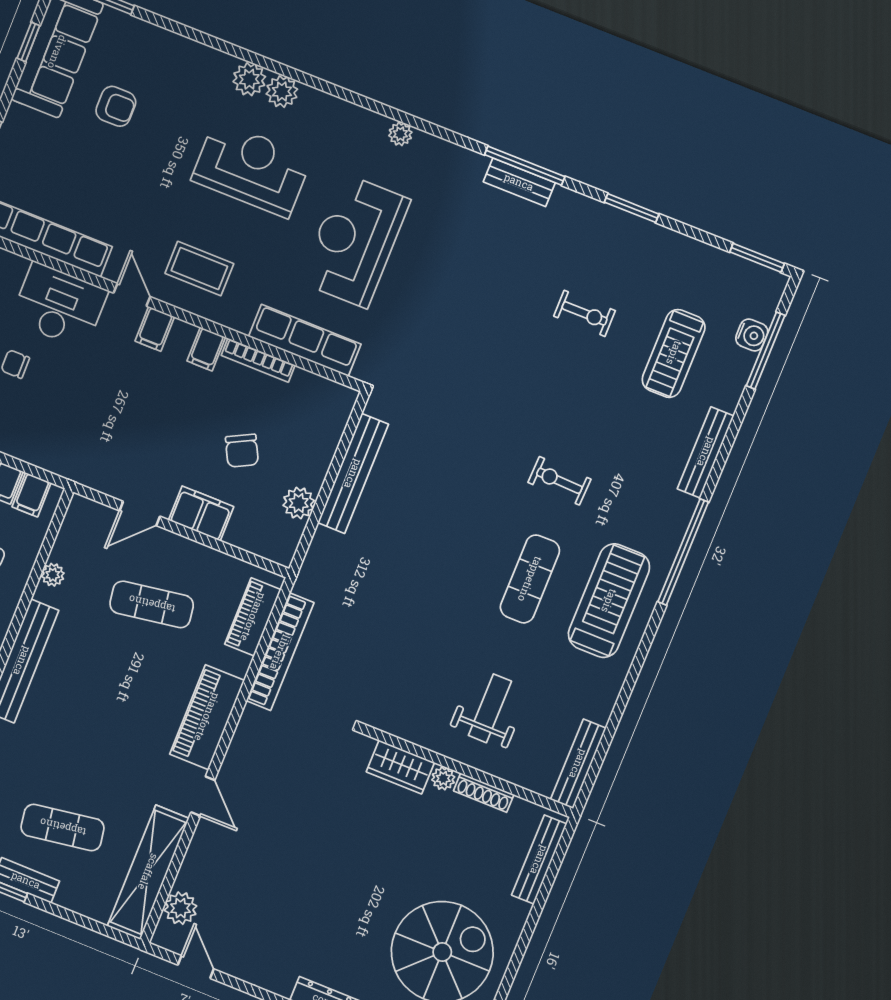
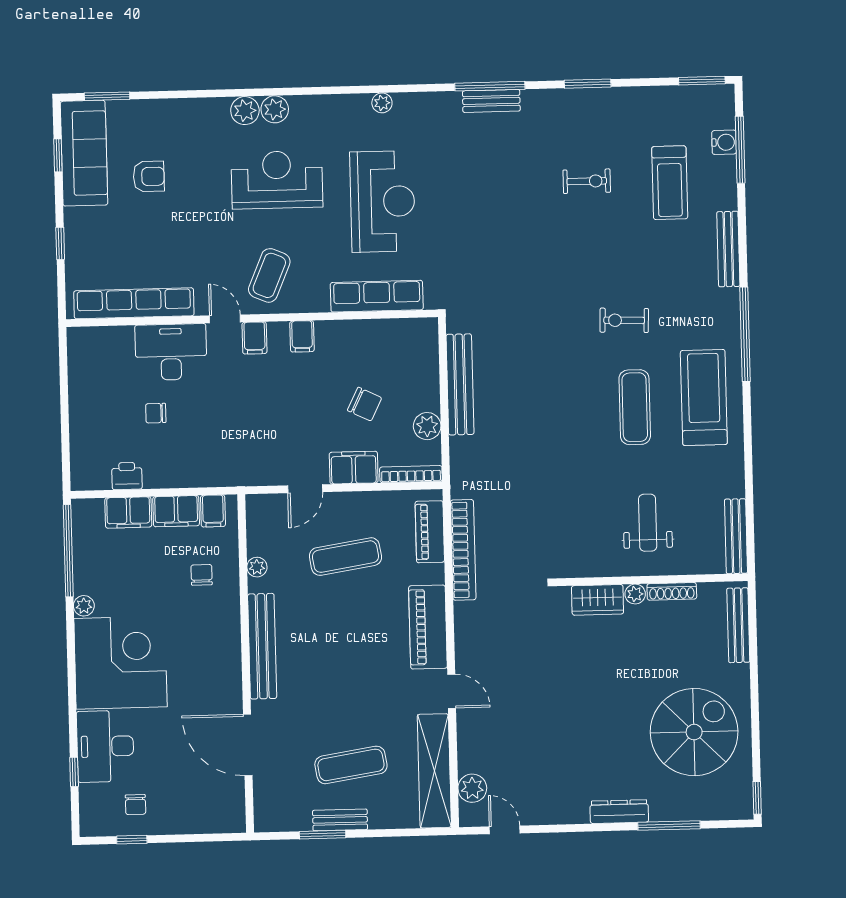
reception desk: (355, 241) -> (383, 201), turned 180
coffee table: (199, 268) -> (269, 275), turned -67
bookcase: (258, 360) -> (411, 474), moved, turned 180
chair: (242, 451) -> (365, 404), turned -37

